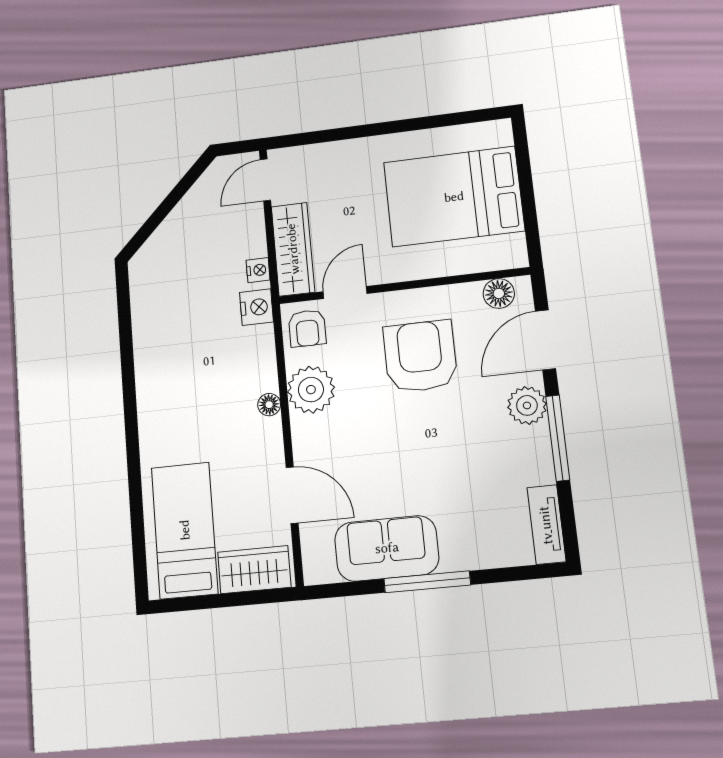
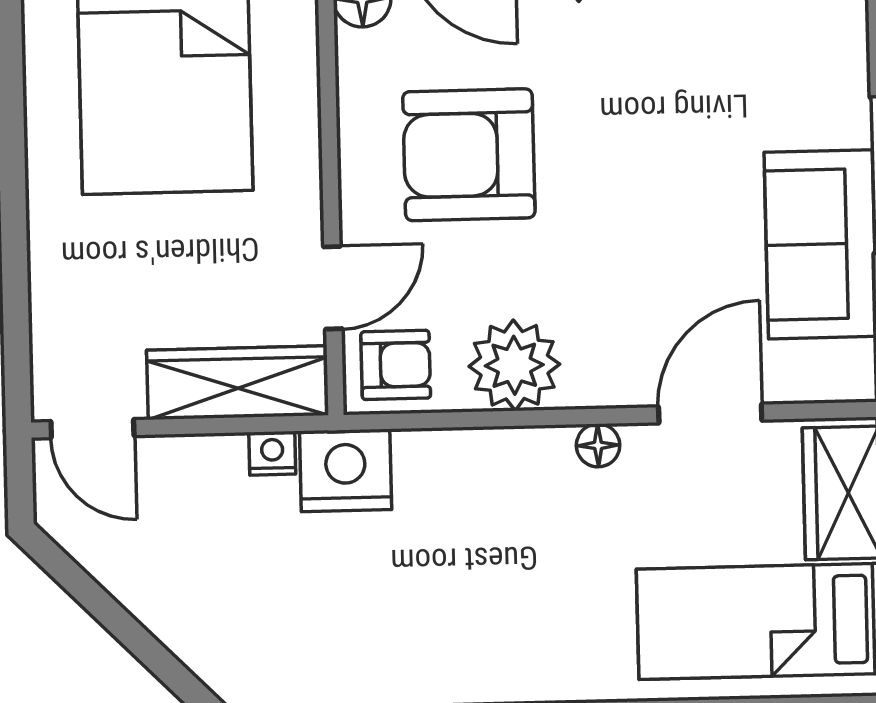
door: (345, 293) -> (333, 288), swing flipped
nightstand: (257, 307) -> (346, 470), width x1.36, depth x1.33
floor lamp: (269, 405) -> (598, 445), moved

